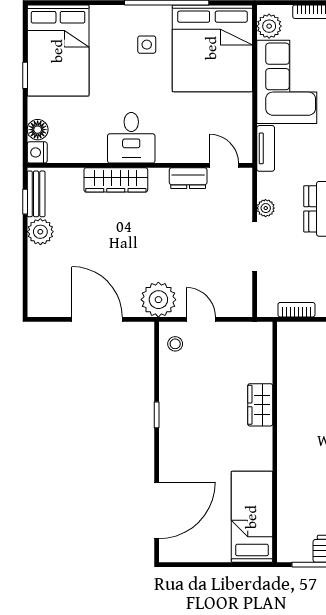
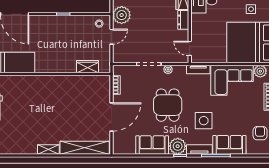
door: (224, 165) -> (190, 48), swing flipped
dresser: (188, 178) -> (183, 20), moved
wardrobe: (260, 405) -> (87, 67), moved

